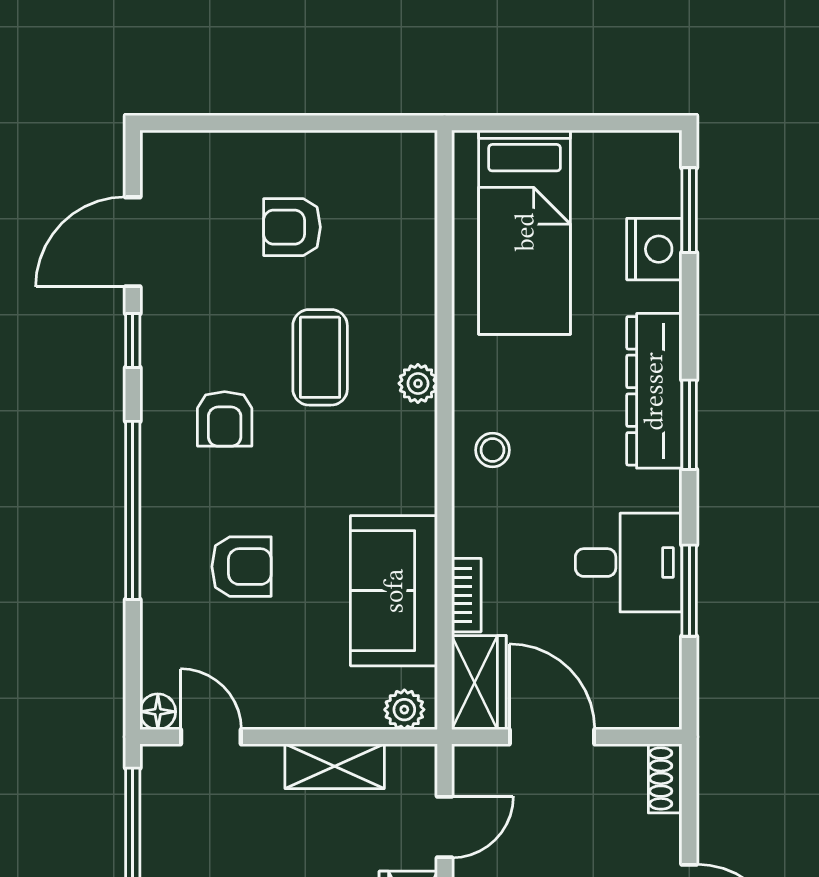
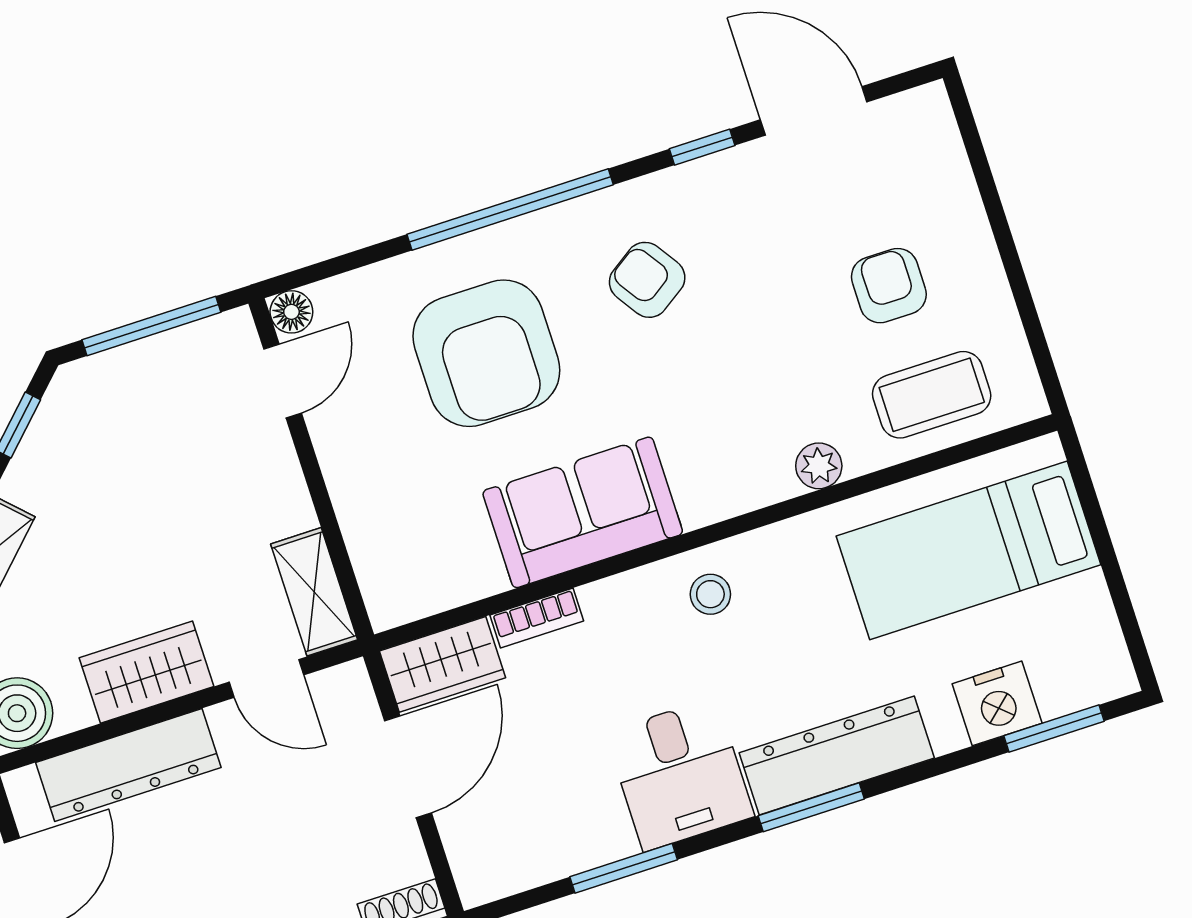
coffee table: (320, 357) -> (932, 395), moved
plant: (418, 383) -> (819, 466), moved
armchair: (225, 419) -> (647, 280), turned 56
desk: (629, 563) -> (680, 774), moved
armchair: (242, 567) -> (486, 353), width x1.88, depth x1.88
sofa: (394, 591) -> (583, 512), moved
plant: (404, 710) -> (384, 590), removed
shelving: (335, 766) -> (314, 592), moved

